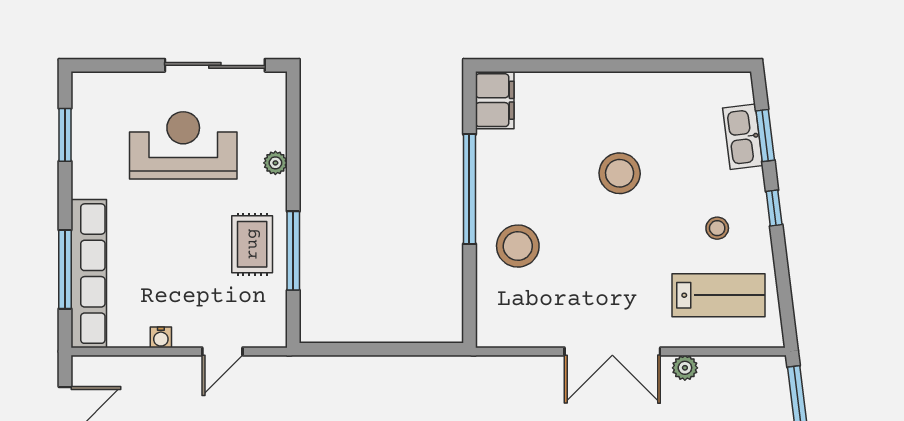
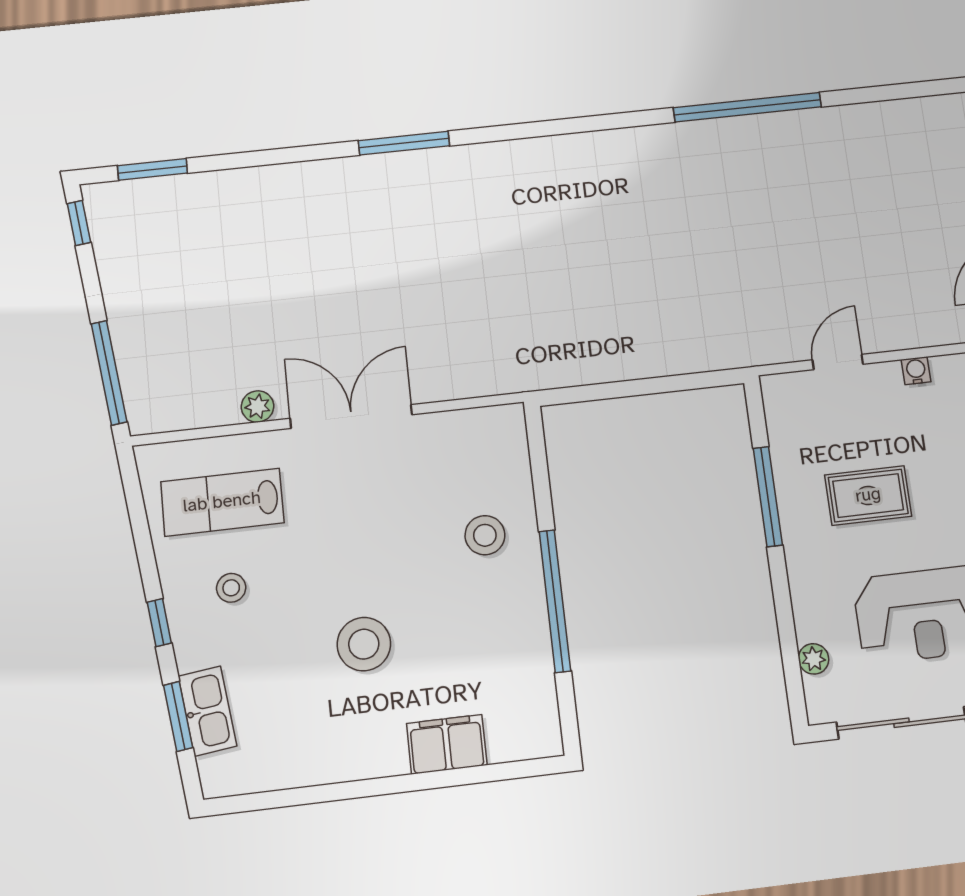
filing cabinet: (495, 100) -> (447, 744), moved, turned 90
plant: (275, 163) -> (814, 659), moved
rug: (252, 244) -> (868, 495), moved, turned 90
stool: (518, 246) -> (485, 535), width x0.73, depth x0.73

